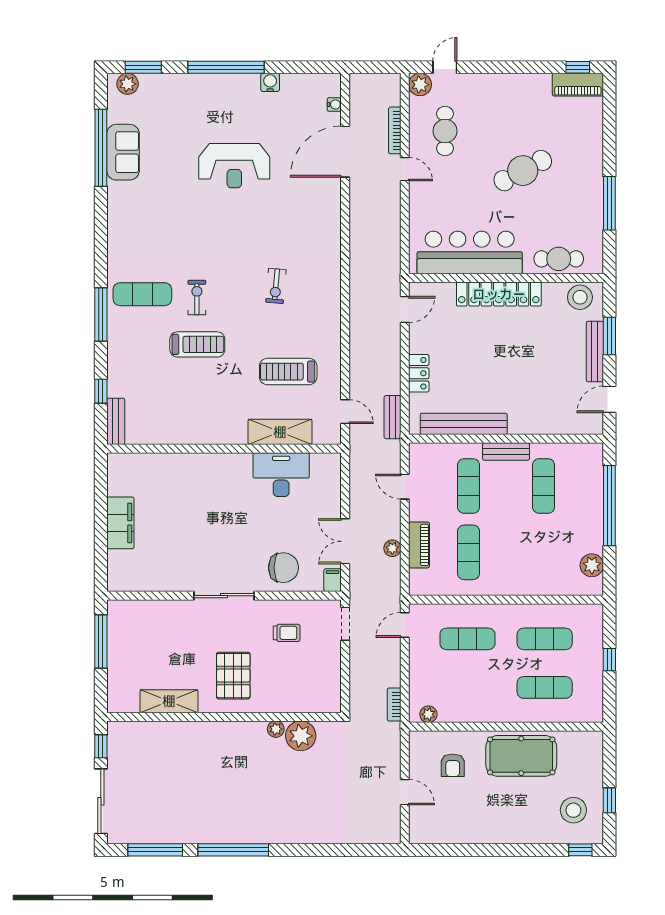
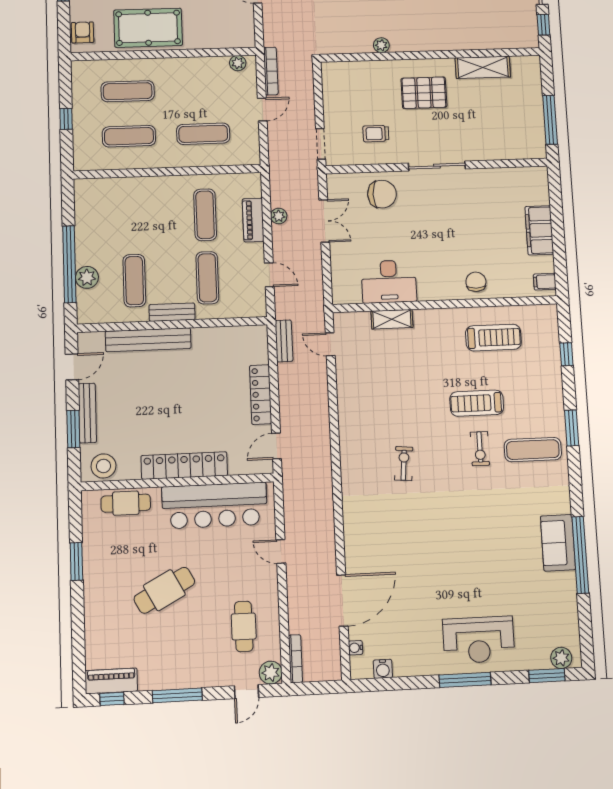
window: (226, 67) -> (465, 680), width x0.68
window: (513, 67) -> (177, 695), added
water cooler: (270, 82) -> (383, 669), moved
bookcase: (395, 130) -> (295, 659), moved
window: (101, 148) -> (580, 555), moved
sofa: (123, 152) -> (558, 543), moved
reception desk: (234, 166) -> (479, 640), moved, turned 180
door: (405, 169) -> (281, 551), moved
window: (609, 203) -> (76, 561), width x0.69
window: (101, 315) -> (572, 428), width x0.69
treadmill: (288, 372) -> (493, 338), moved
locker: (419, 373) -> (261, 395), width x1.53
bench: (116, 421) -> (550, 326), removed
bench: (464, 424) -> (148, 340), moved
shelving: (280, 432) -> (392, 319), width x0.67, depth x0.75
chair: (190, 471) -> (476, 282), added
plant: (592, 565) -> (87, 277), moved
chair: (283, 568) -> (382, 194), turned 180
filing cabinet: (333, 580) -> (545, 282), moved, turned 90
door: (405, 625) -> (262, 109), moved
pallet: (233, 676) -> (424, 93), turned 90
bookcase: (394, 705) -> (271, 71), width x1.56
plant: (301, 736) -> (358, 40), removed
armchair: (453, 765) -> (83, 32), moved

